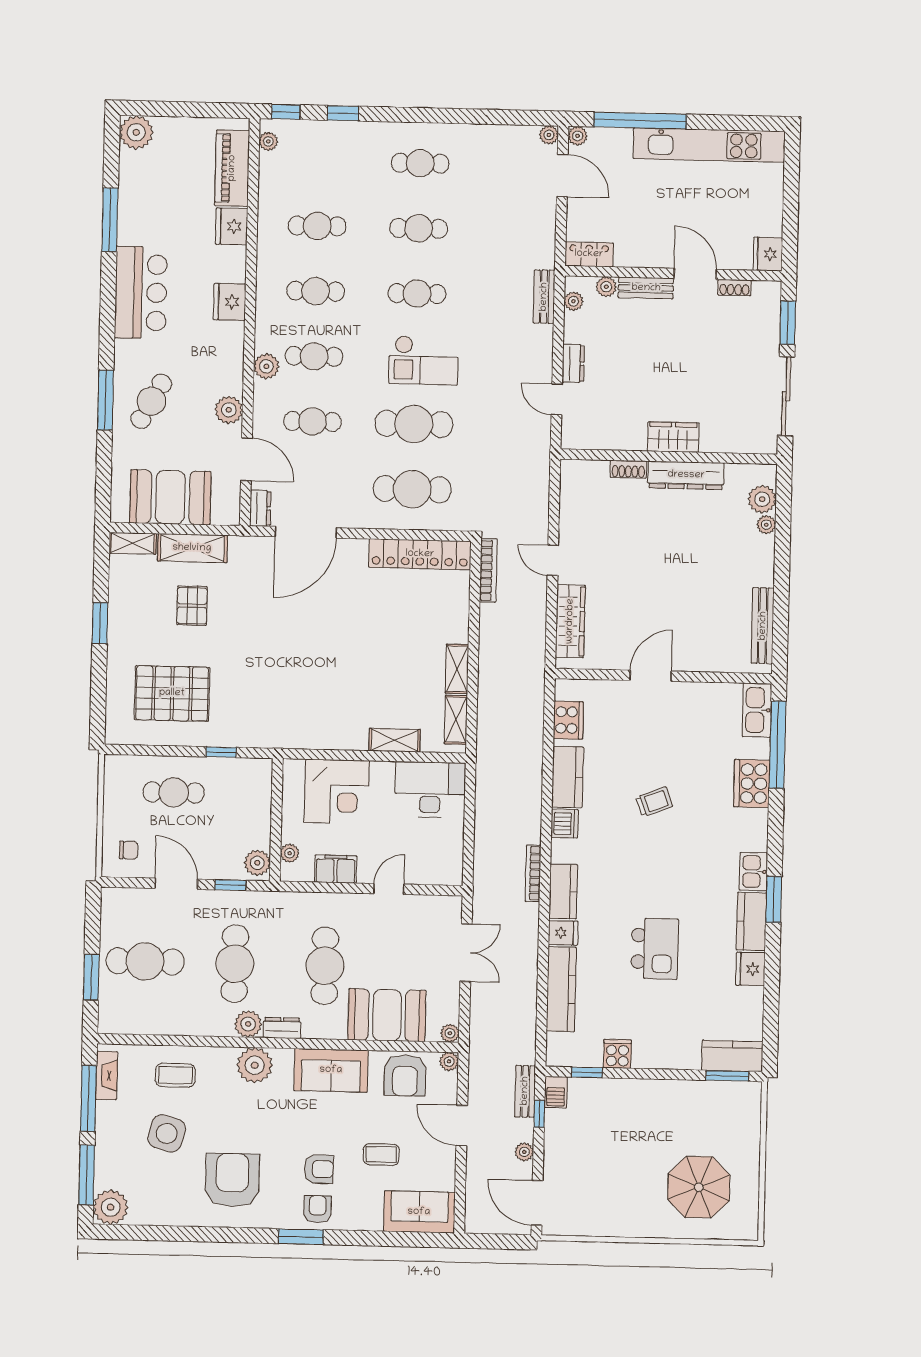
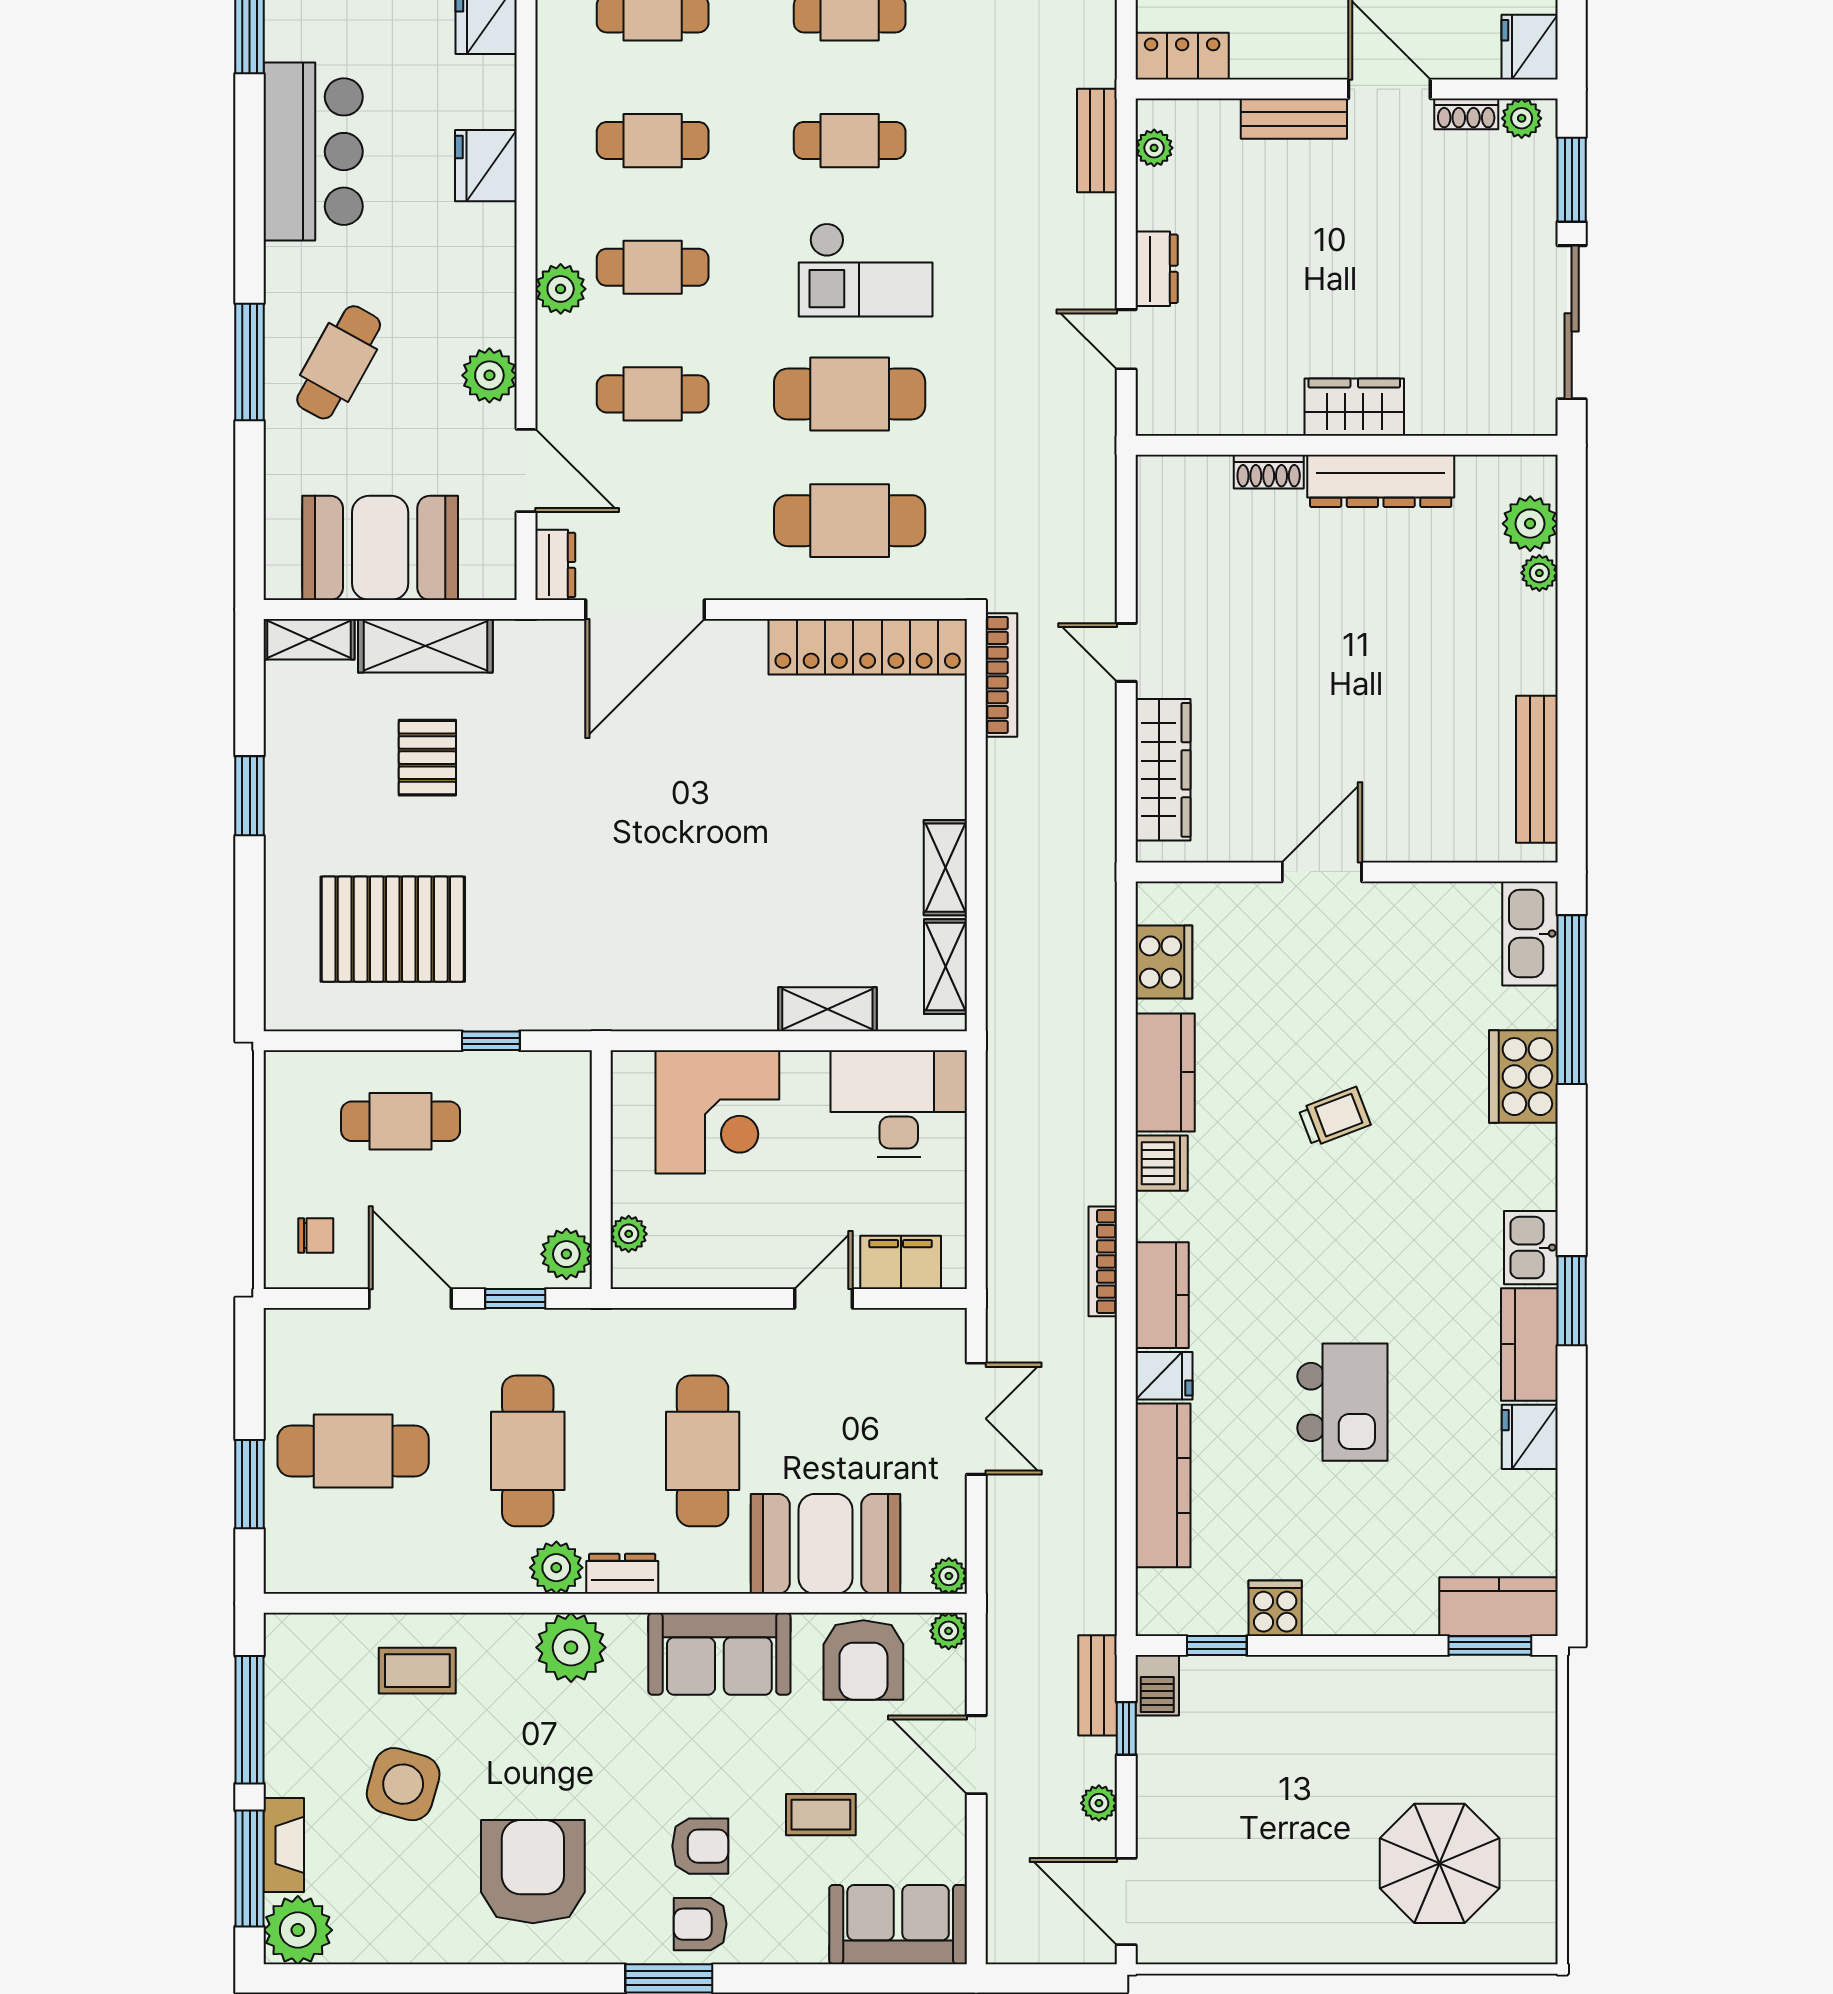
plant: (606, 287) -> (1522, 118), moved
filing cabinet: (336, 869) -> (901, 1262), moved
fireplace: (107, 1076) -> (284, 1845), moved
armchair: (318, 1209) -> (700, 1924), turned -90

